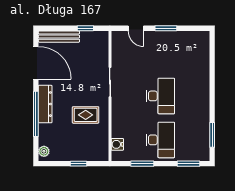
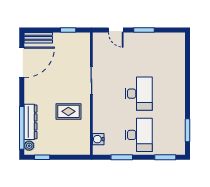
bench: (59, 37) -> (38, 38), width x0.73
door: (36, 63) -> (22, 62), hinge flipped
dresser: (45, 104) -> (30, 122), moved
window: (36, 114) -> (22, 128), moved
window: (79, 164) -> (42, 157), moved

